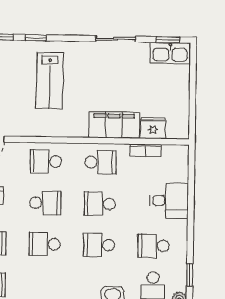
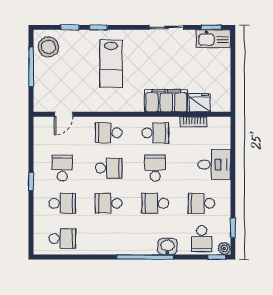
school desk: (100, 204) -> (155, 168), turned 90

